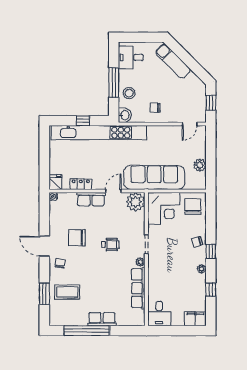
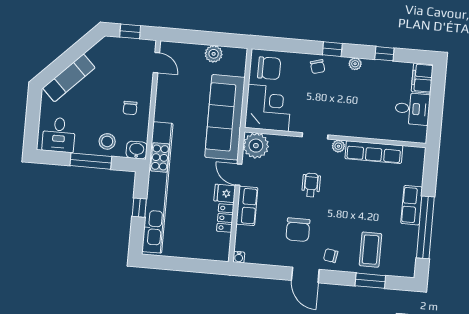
fridge: (55, 182) -> (225, 193), moved
chair: (193, 207) -> (269, 68), turned 180
door: (44, 246) -> (305, 275), hinge flipped
desk: (159, 314) -> (412, 109), moved

